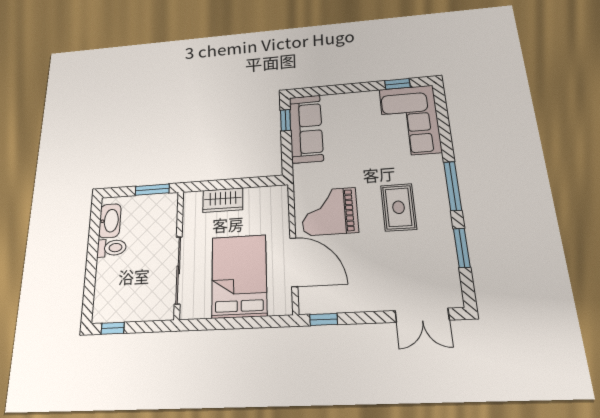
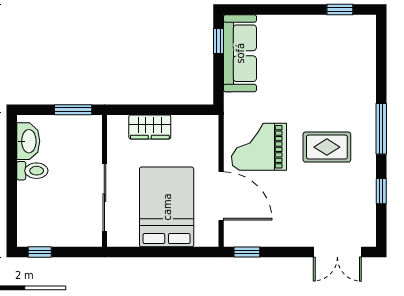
corner sofa: (410, 120) -> (348, 54), removed
rug: (399, 207) -> (327, 147), turned 90
window: (462, 248) -> (381, 191), width x0.67

